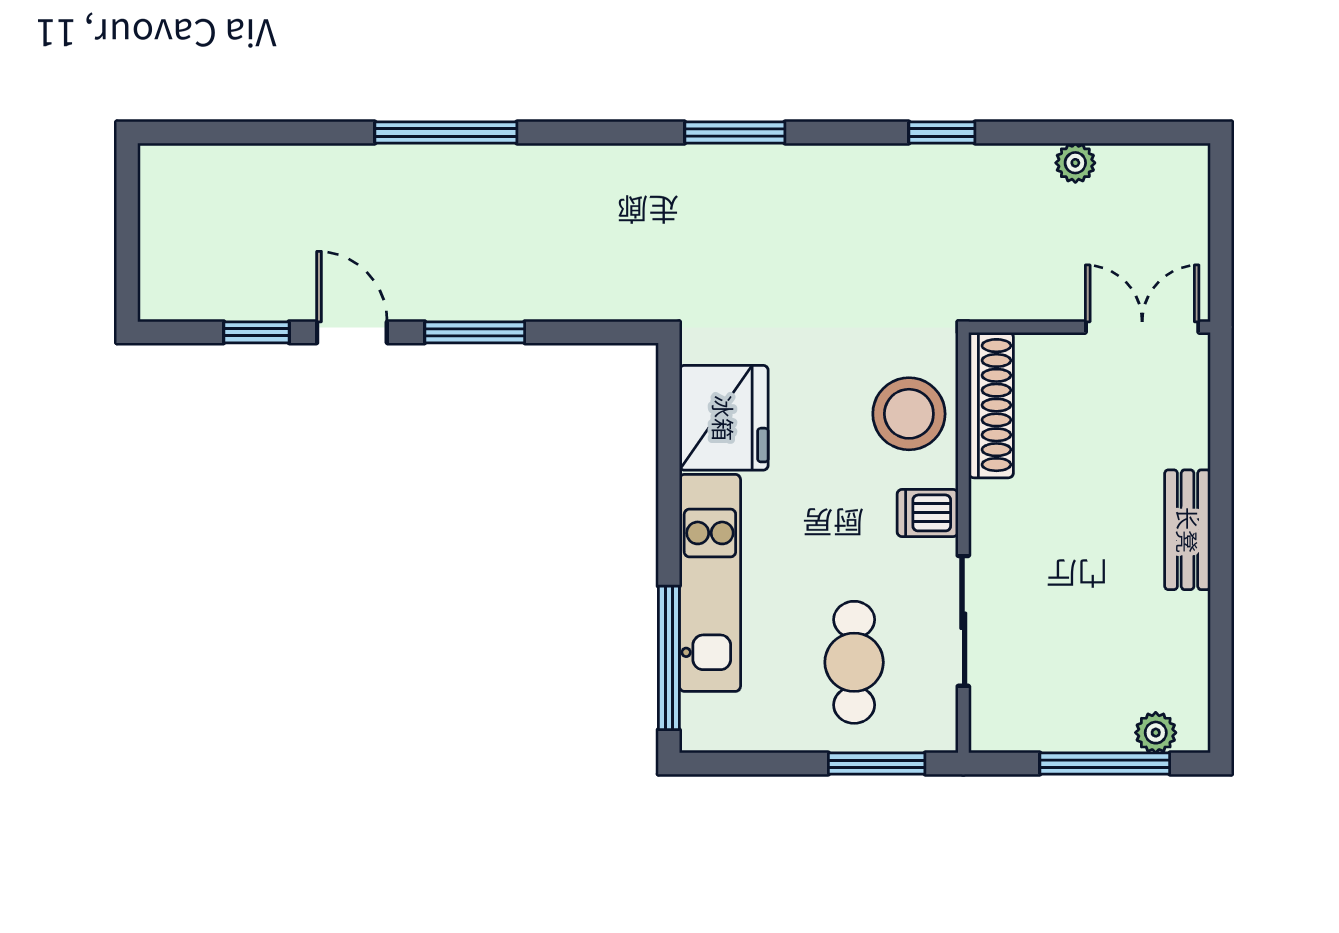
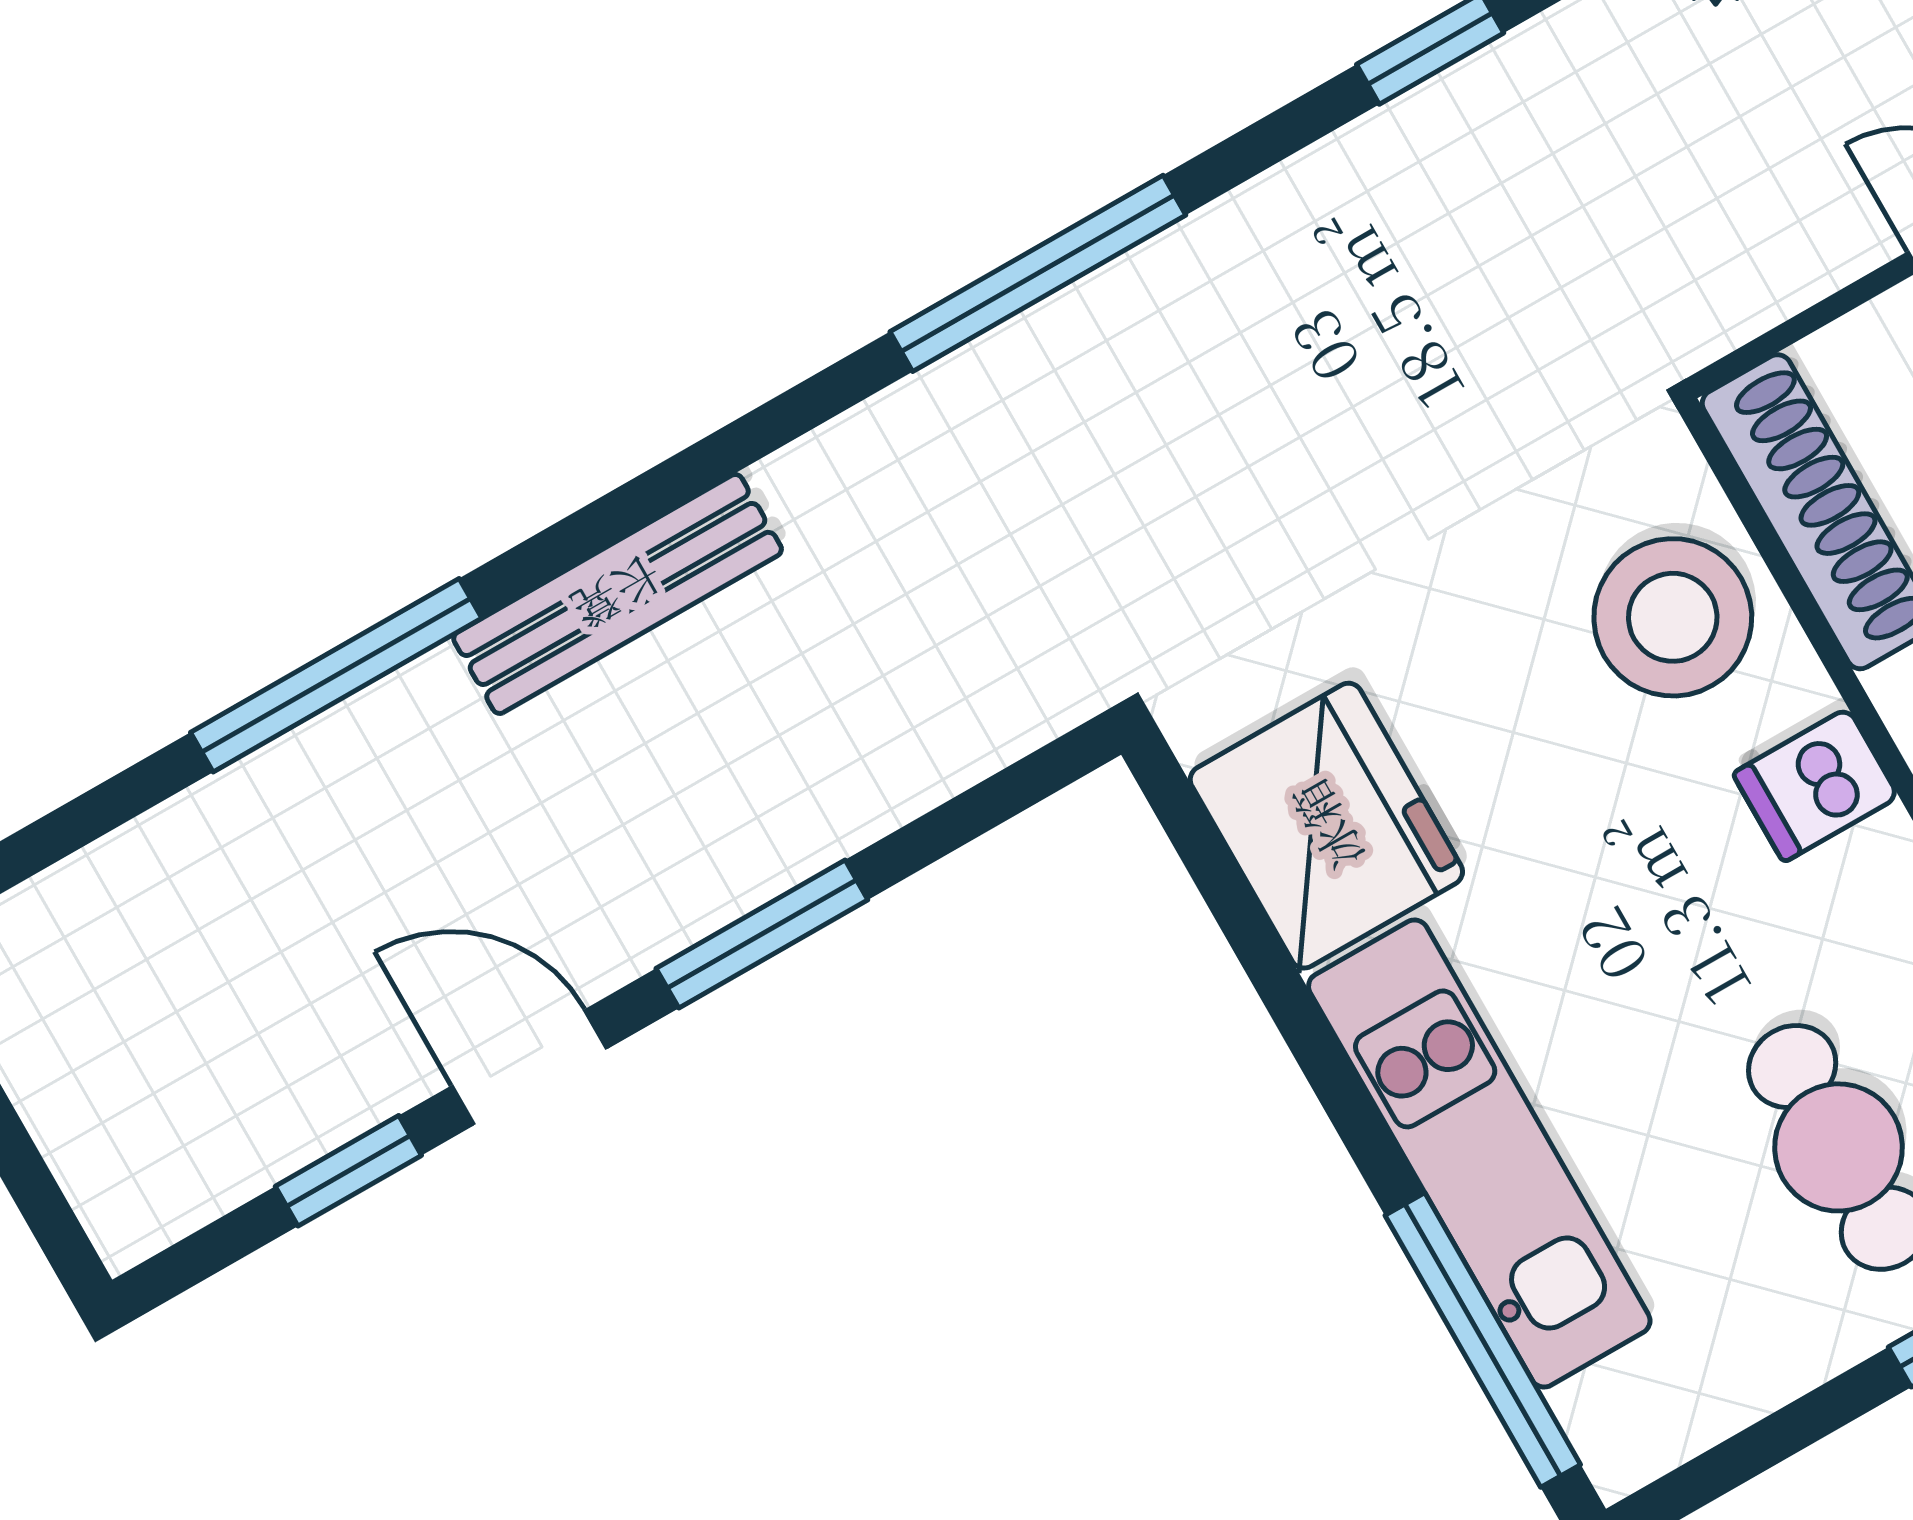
window: (446, 132) -> (336, 675), moved
window: (735, 132) -> (1038, 273), width x1.44
bench: (495, 164) -> (618, 594), added

